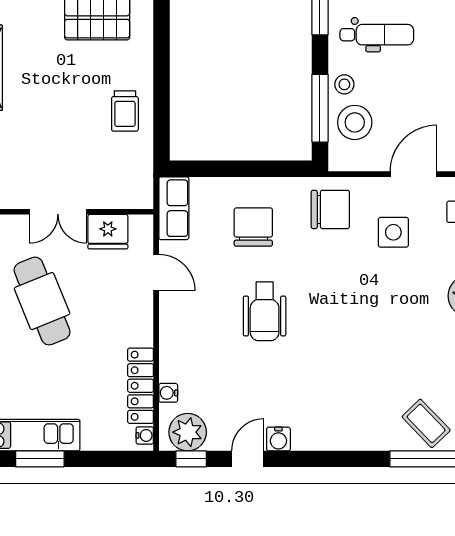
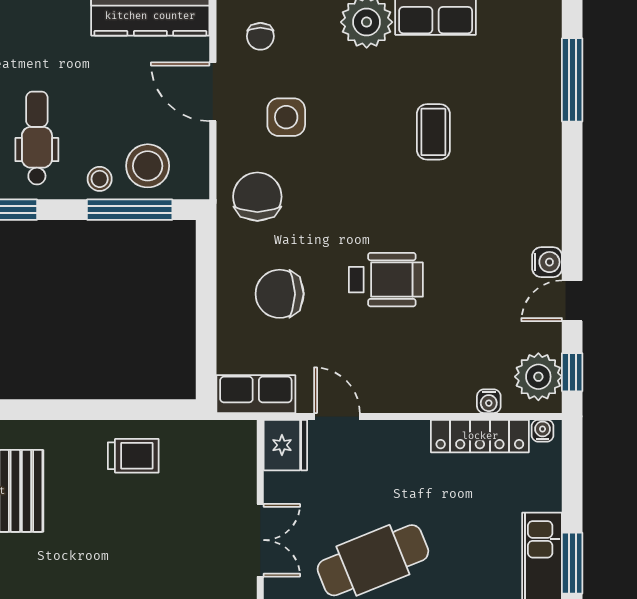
fridge: (108, 232) -> (285, 445), moved
door: (156, 272) -> (337, 416), hinge flipped
coffee table: (426, 423) -> (433, 132), moved, turned -46
door: (248, 459) -> (572, 301), hinge flipped

